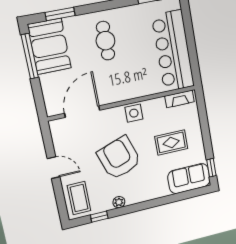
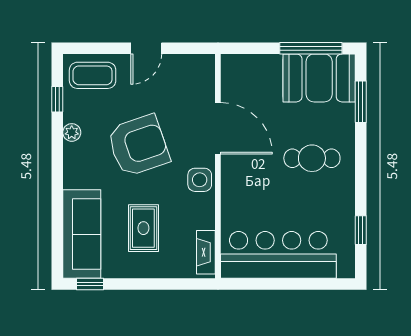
door: (82, 112) -> (218, 128), moved
sofa: (189, 179) -> (82, 234), width x1.36

